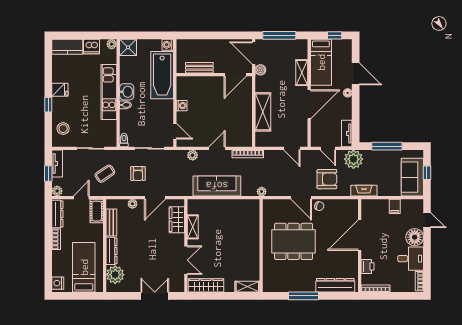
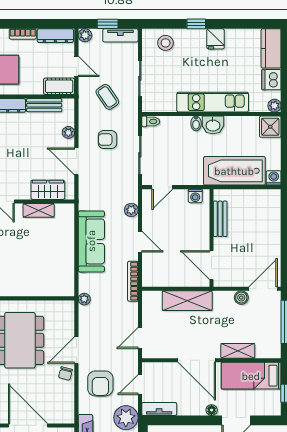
bench: (199, 68) -> (220, 219), moved
wall: (214, 75) -> (211, 238), moved
door: (235, 75) -> (211, 265), moved

